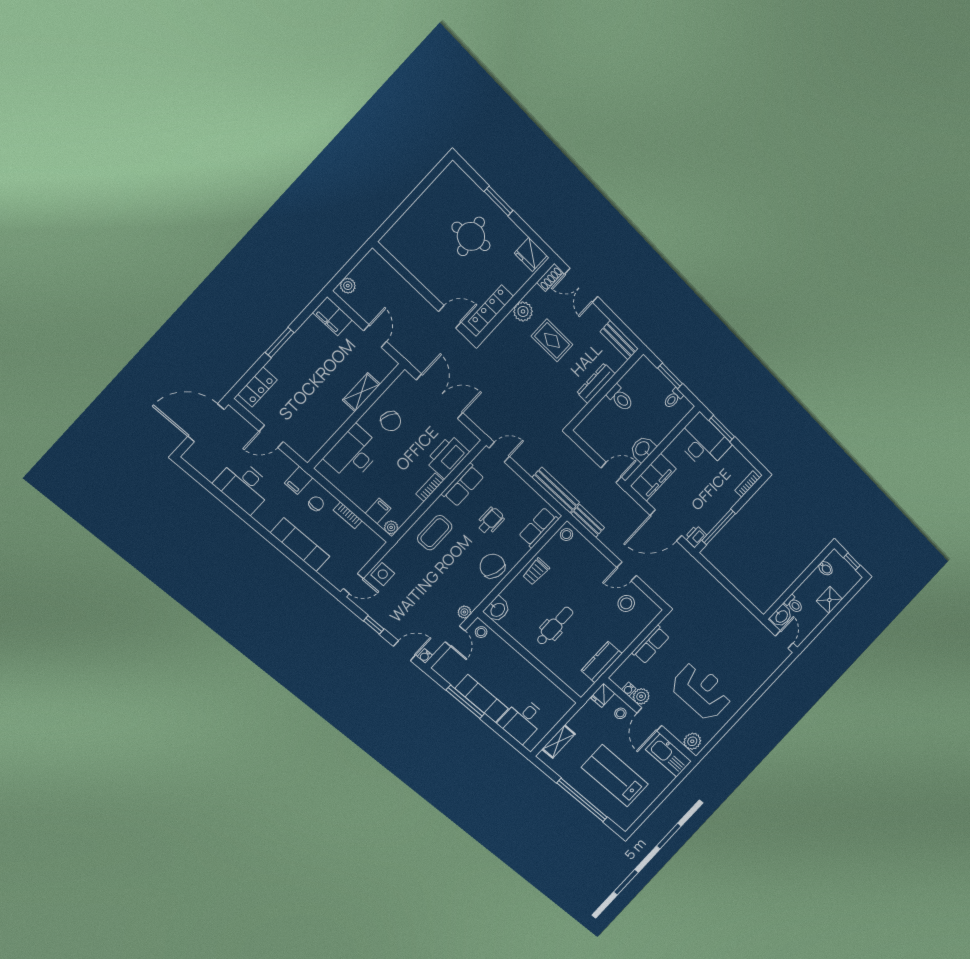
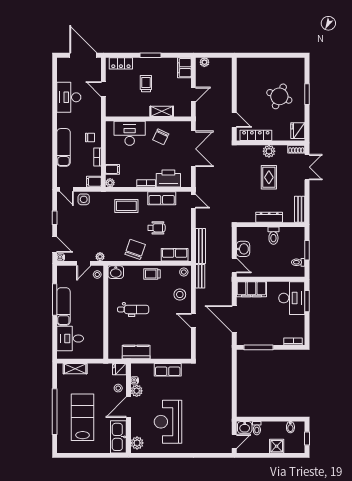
round table: (471, 236) -> (279, 96), turned 34
double door: (581, 285) -> (307, 167), swing flipped
trolley: (310, 380) -> (146, 84), added
washbasin: (643, 449) -> (243, 249), moved, turned 90
filing cabinet: (299, 480) -> (94, 182), moved
printer: (696, 536) -> (243, 340), removed
stool: (626, 603) -> (180, 294), moved
reception desk: (702, 691) -> (168, 422), turned 180

